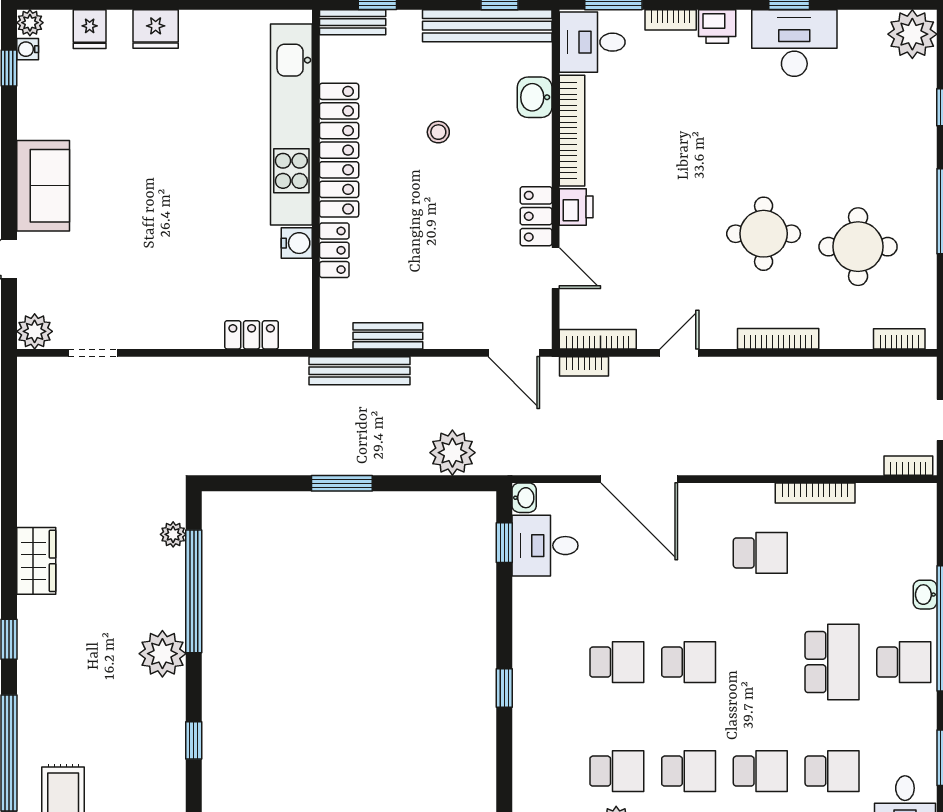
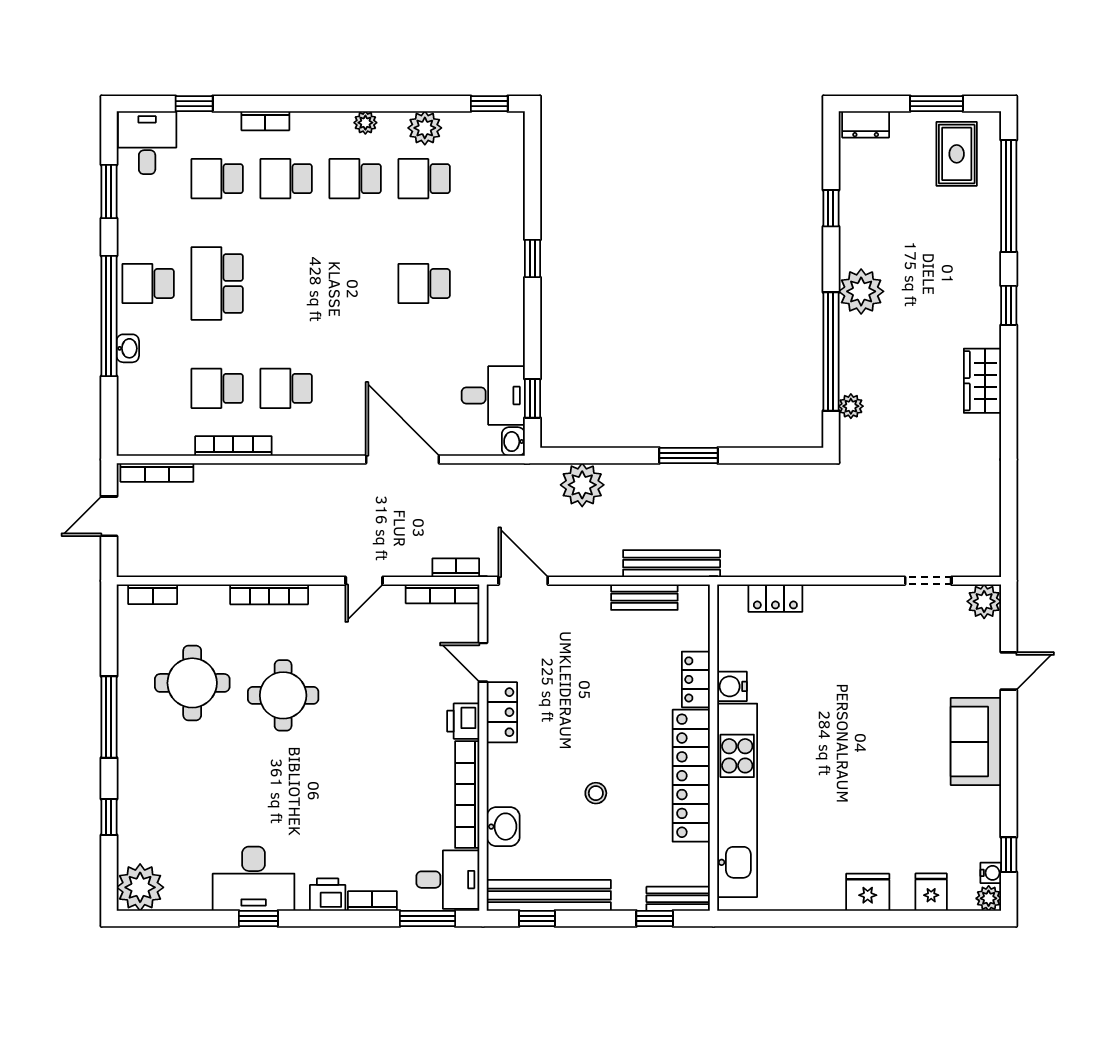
bookcase: (908, 466) -> (157, 472), width x1.56
school desk: (689, 662) -> (217, 388), moved

